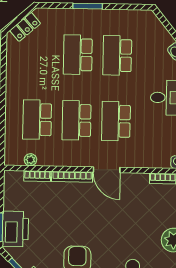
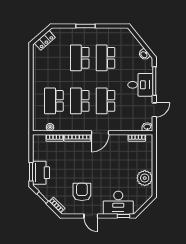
door: (107, 170) -> (100, 133), hinge flipped

